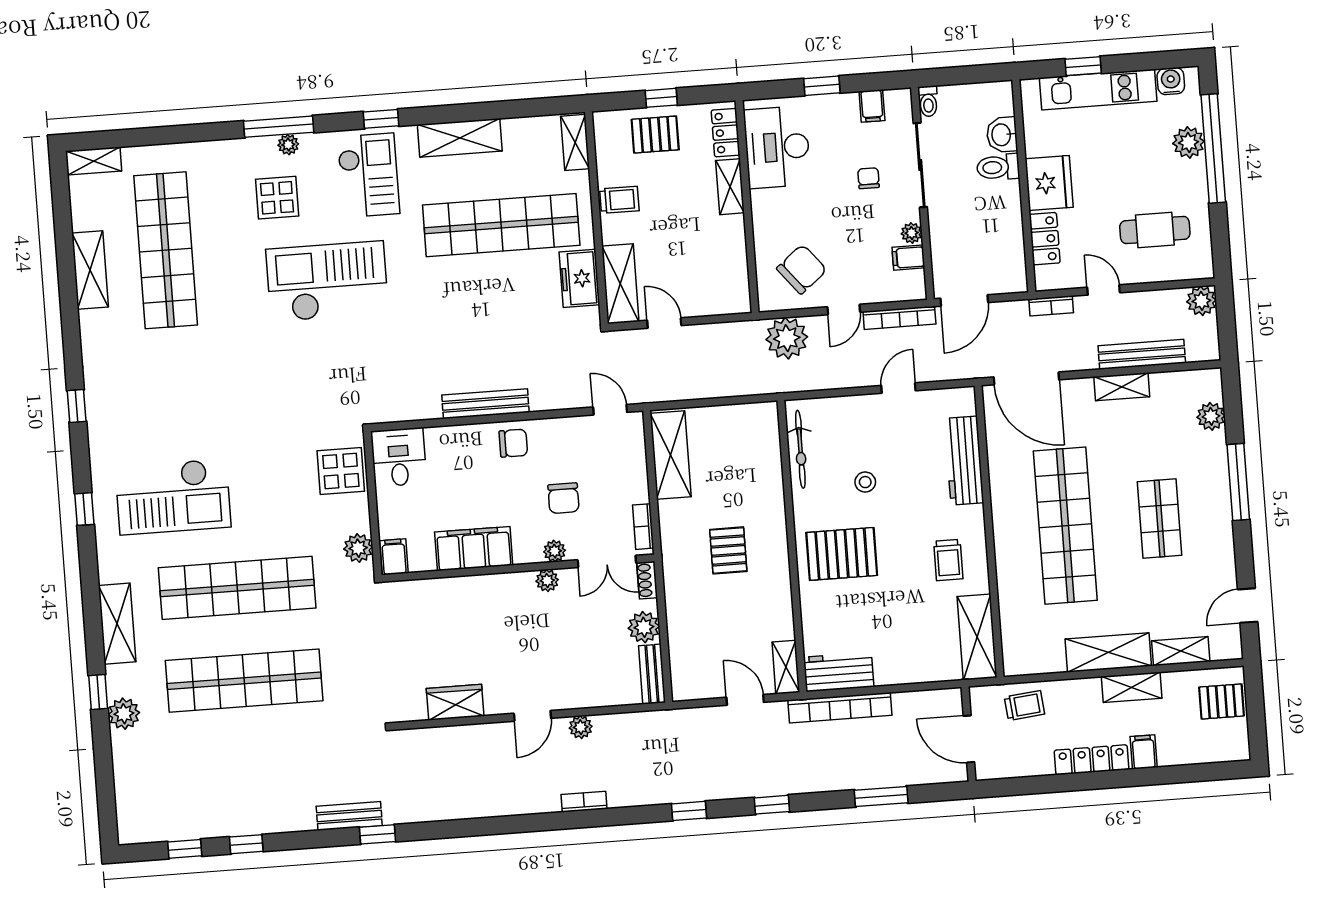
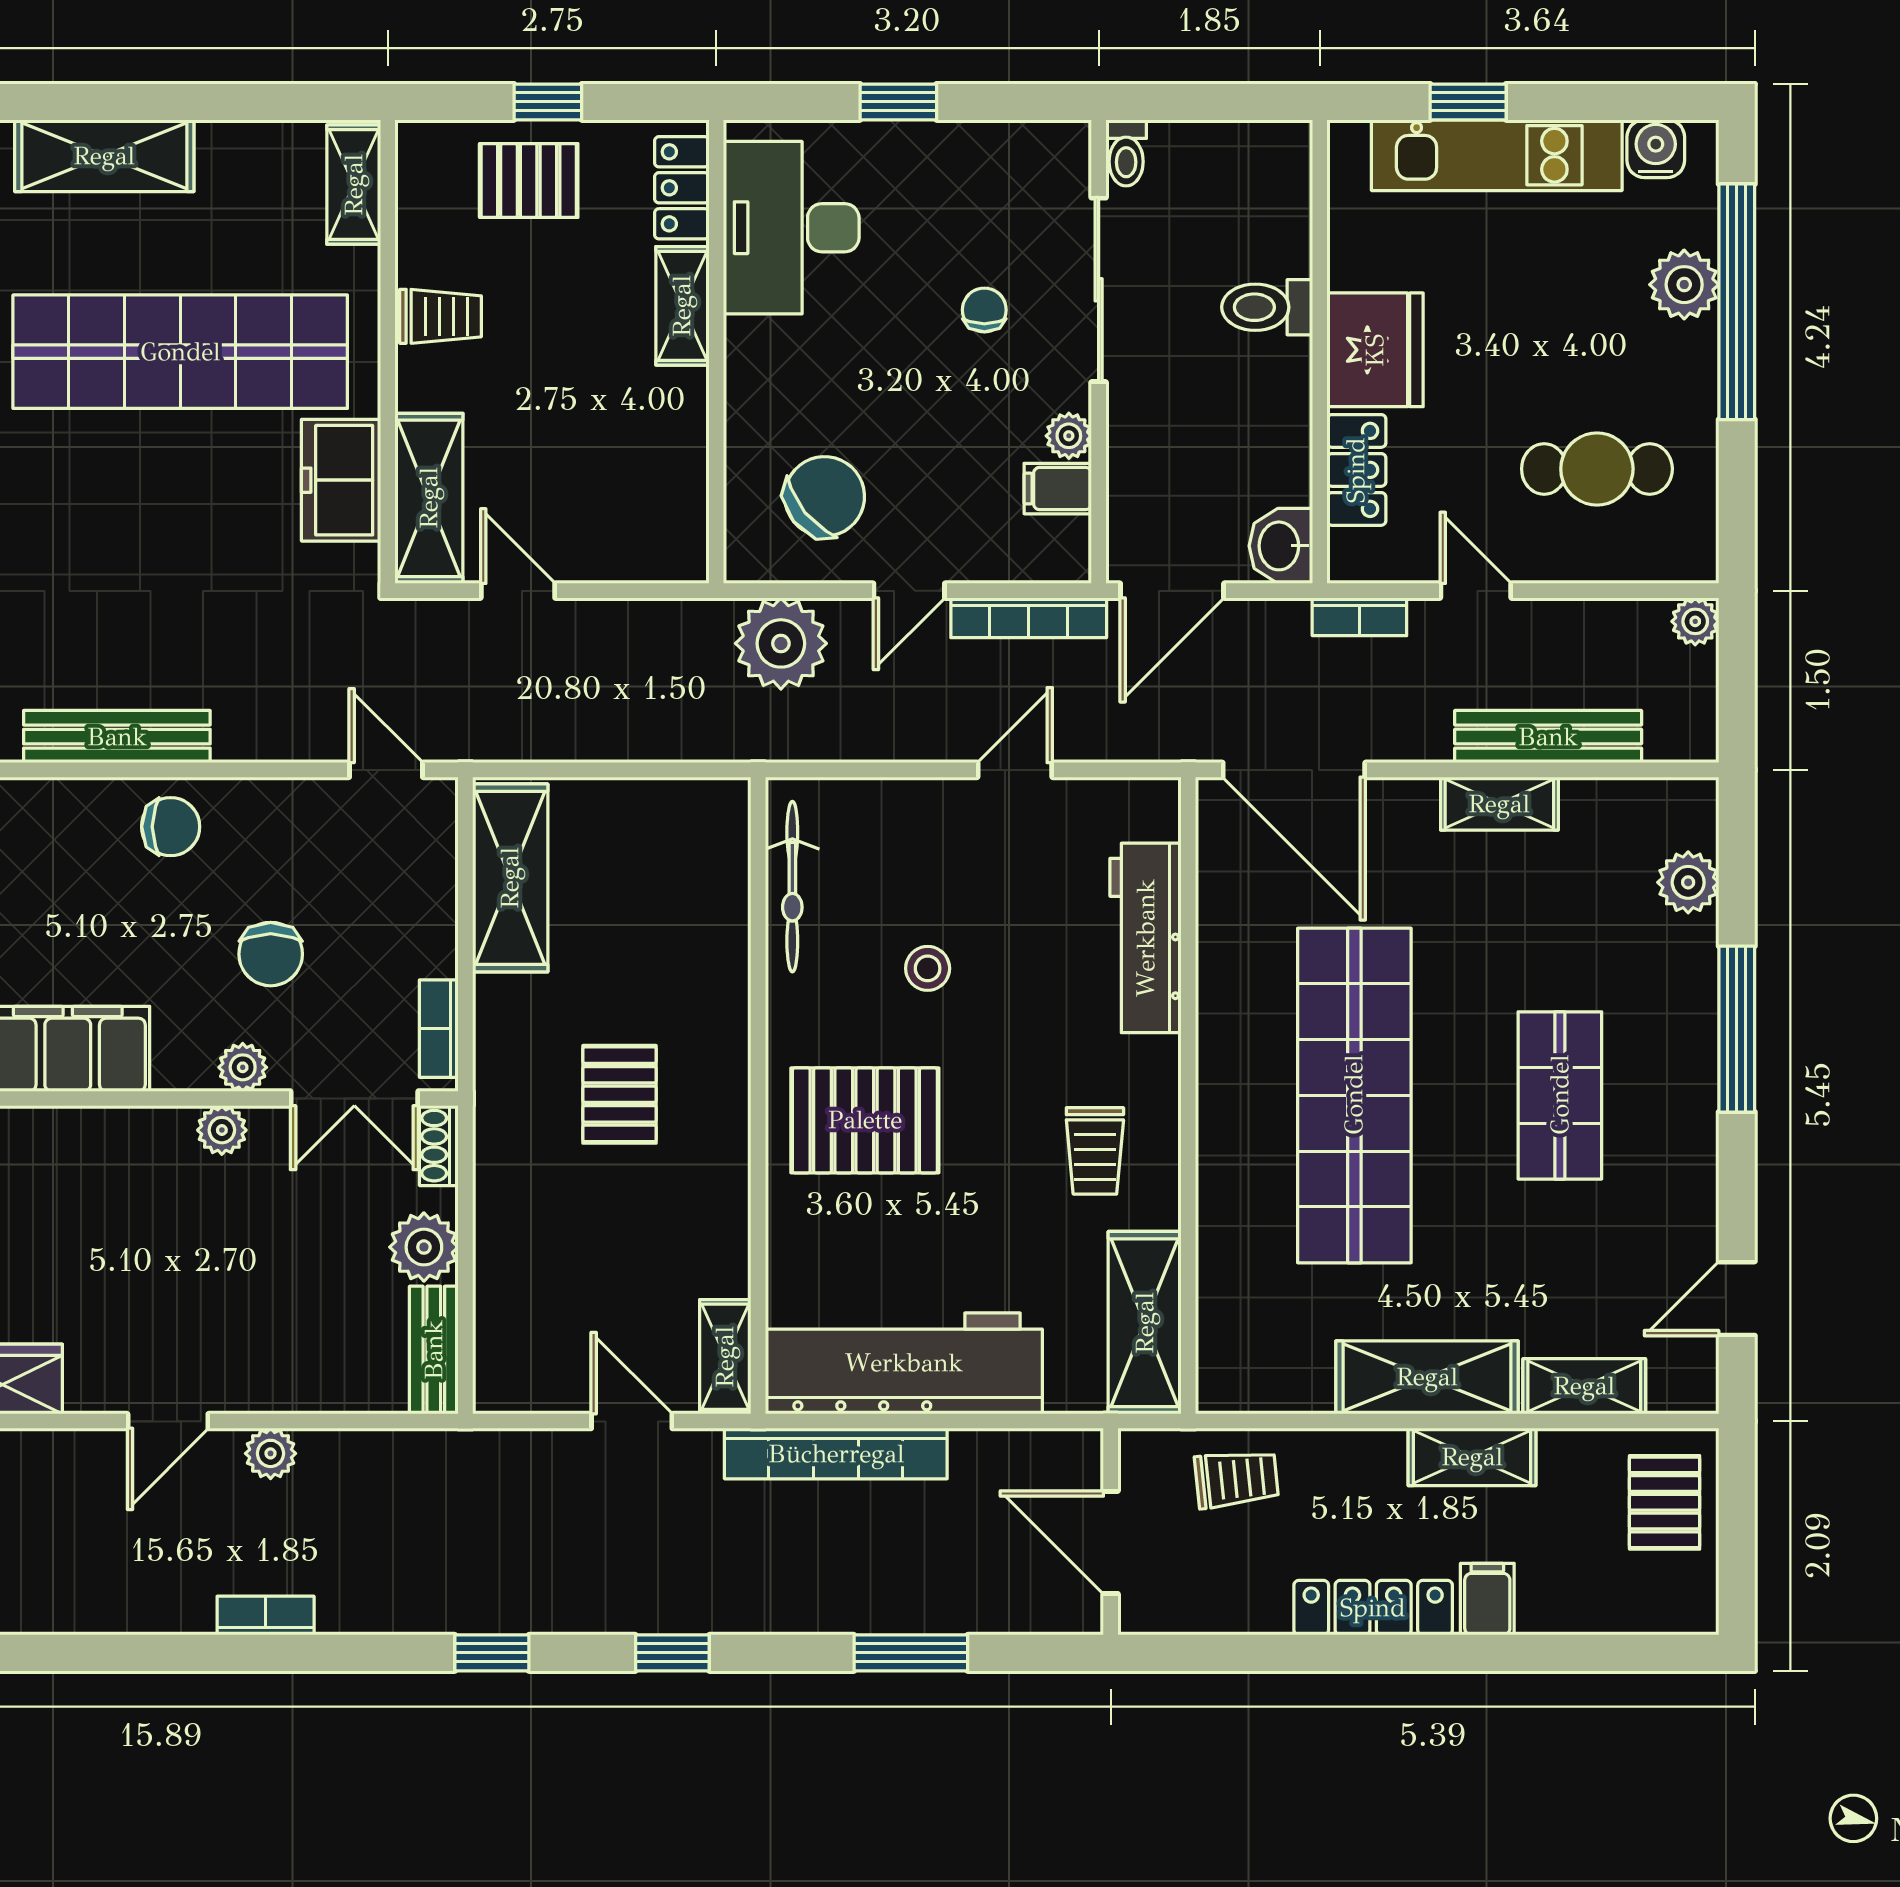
filing cabinet: (872, 106) -> (1004, 154), removed
washbasin: (1002, 135) -> (1281, 546), moved
plant: (1201, 301) -> (1695, 621), width x0.73, depth x0.73
workbench: (839, 672) -> (904, 1363), width x1.88, depth x1.32
pallet: (1222, 701) -> (1665, 1502), turned 90

